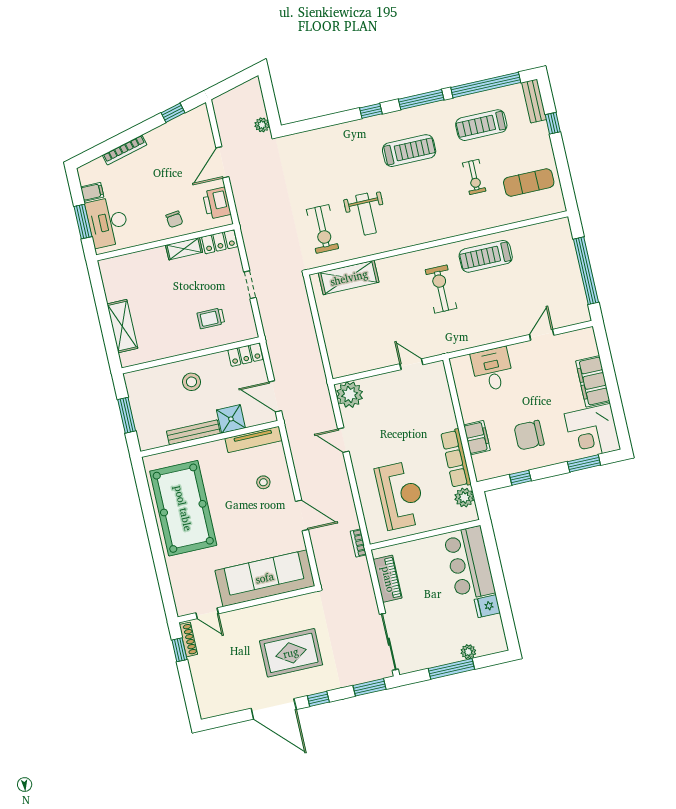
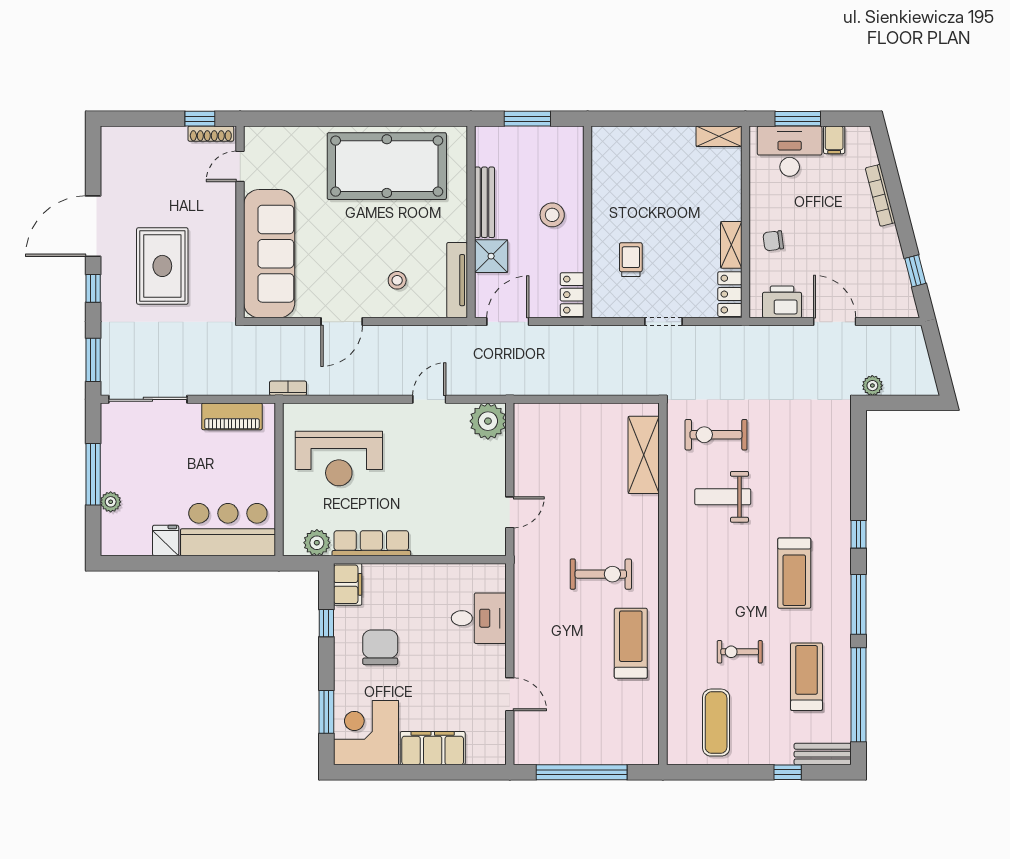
shelving: (122, 326) -> (719, 136), moved, width x0.67, depth x0.75
filing cabinet: (477, 438) -> (348, 584), moved, turned -90

